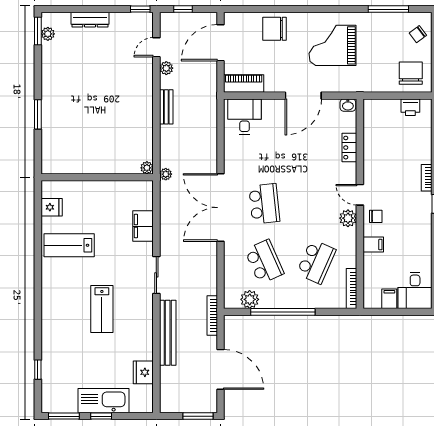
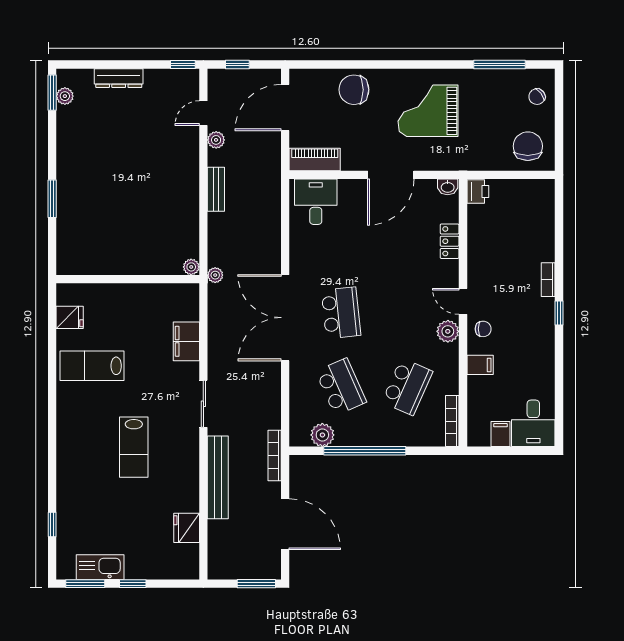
printer: (410, 107) -> (478, 191), moved, turned -90
kitchen sink: (103, 401) -> (100, 567), moved, width x0.73, depth x0.81

